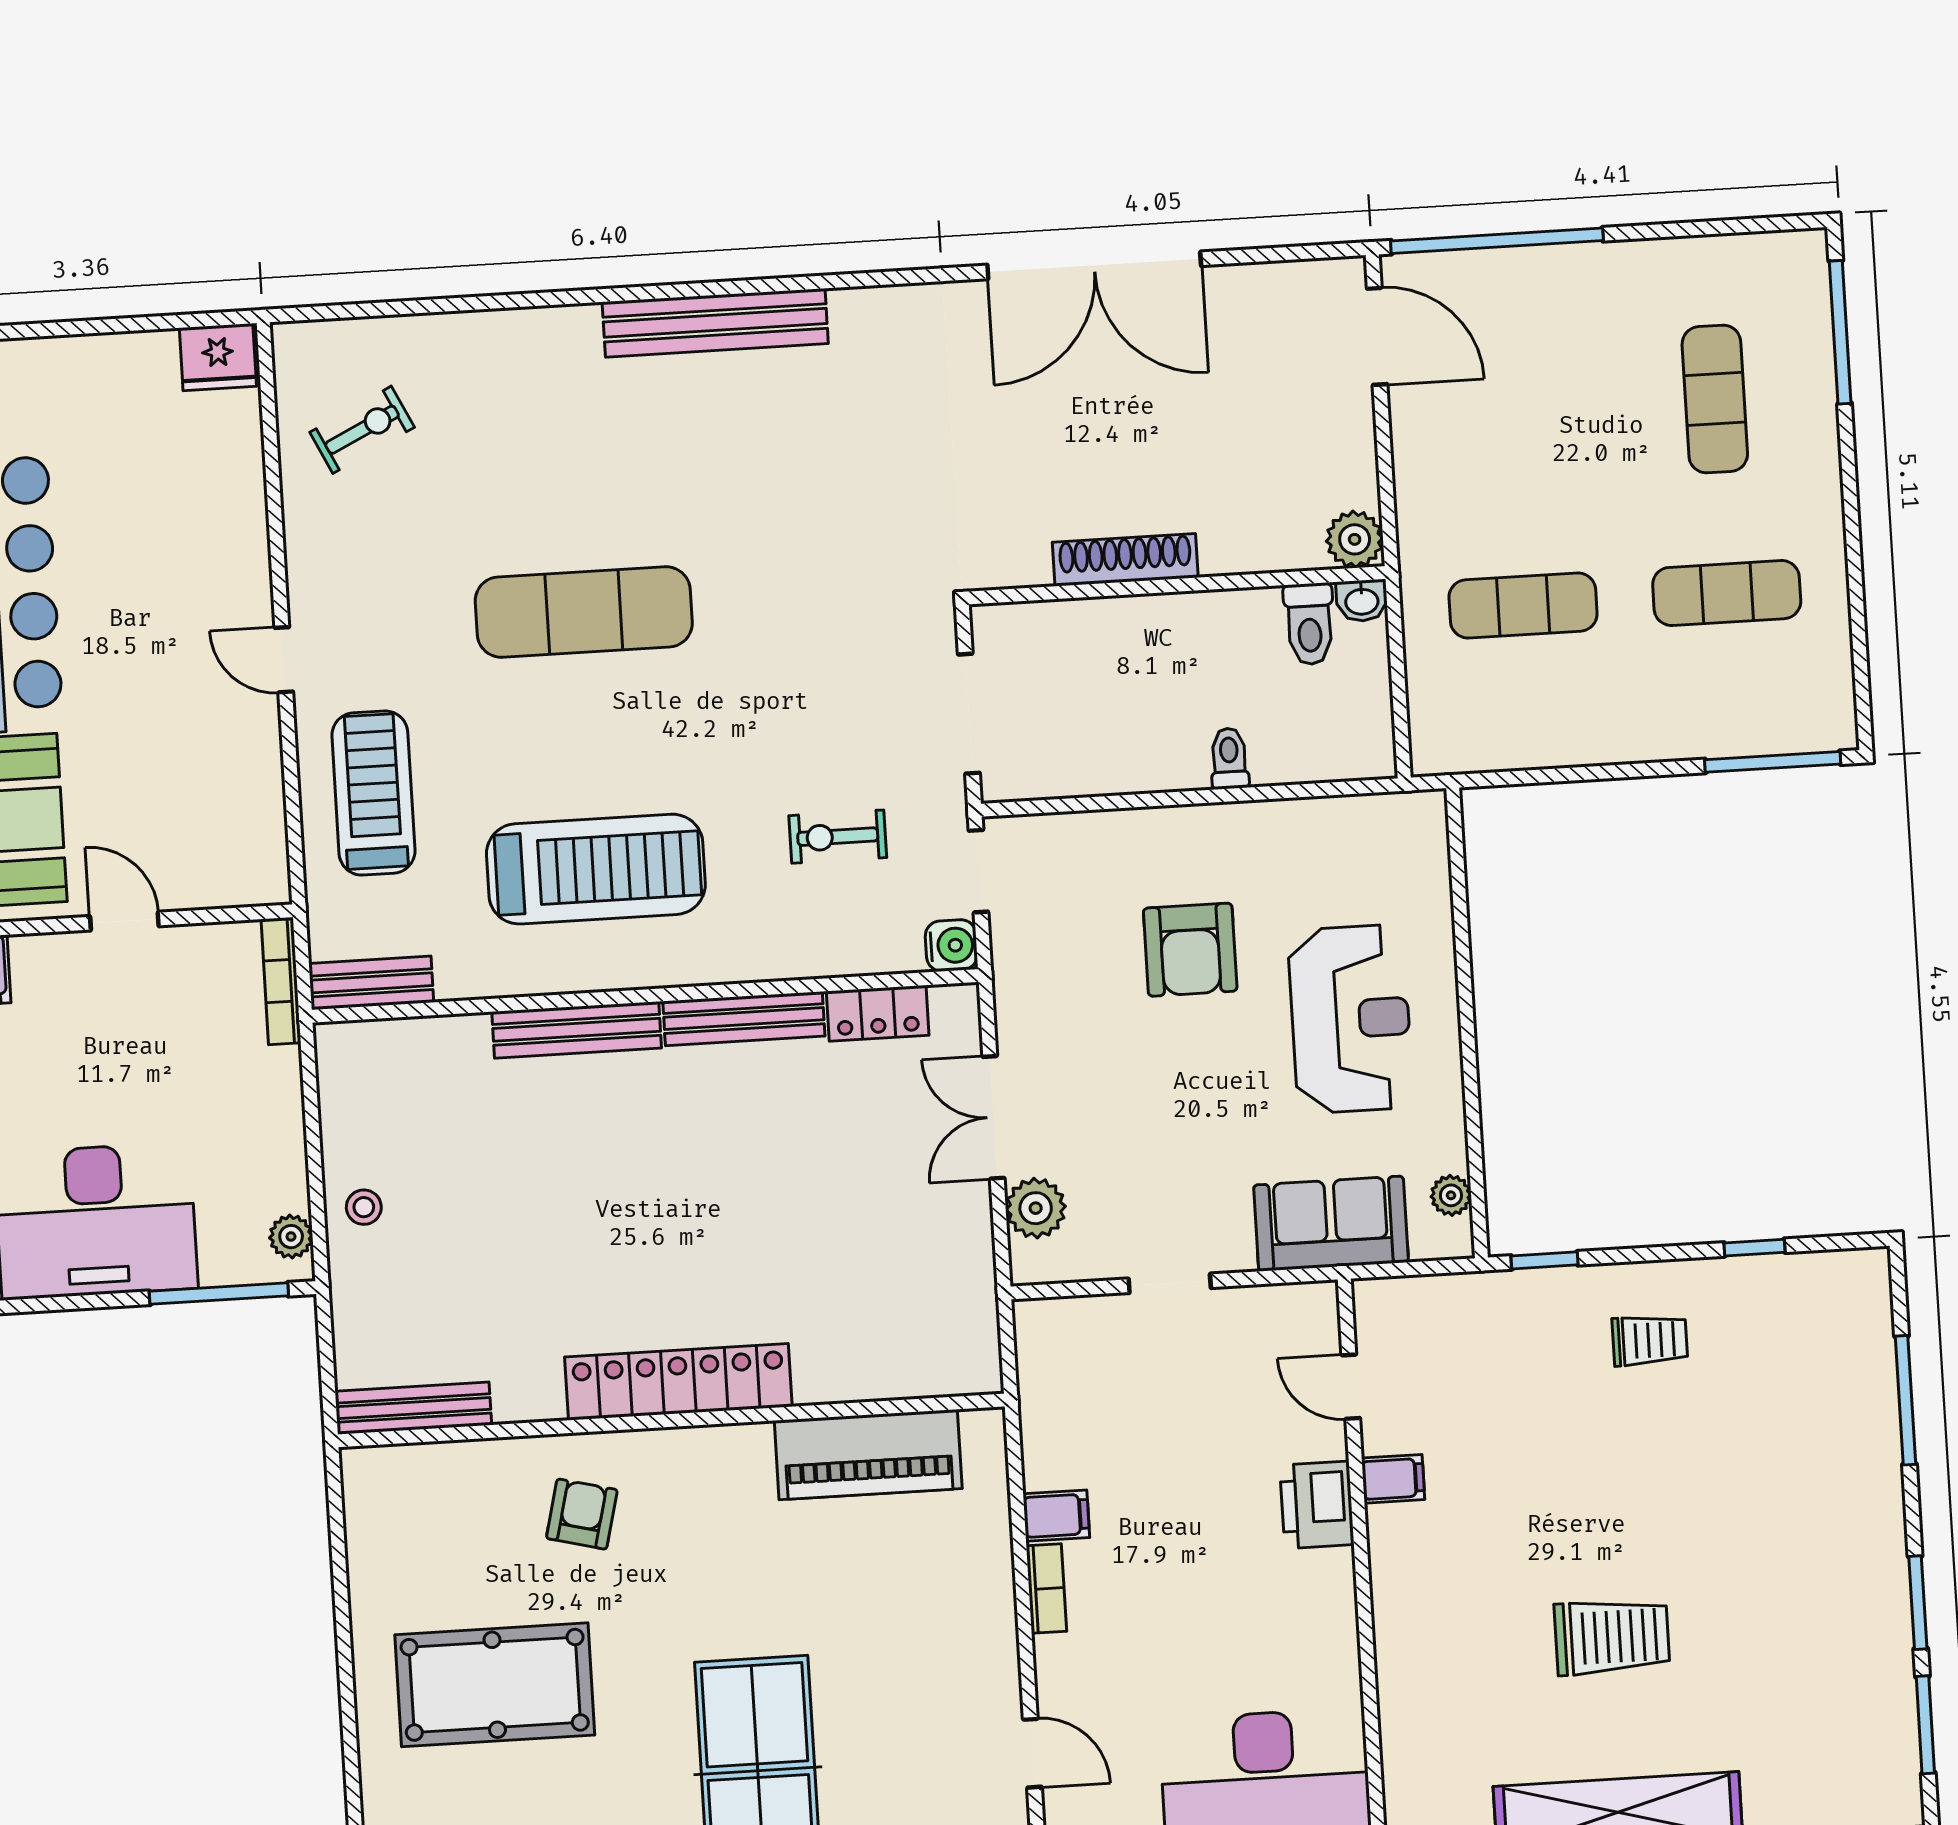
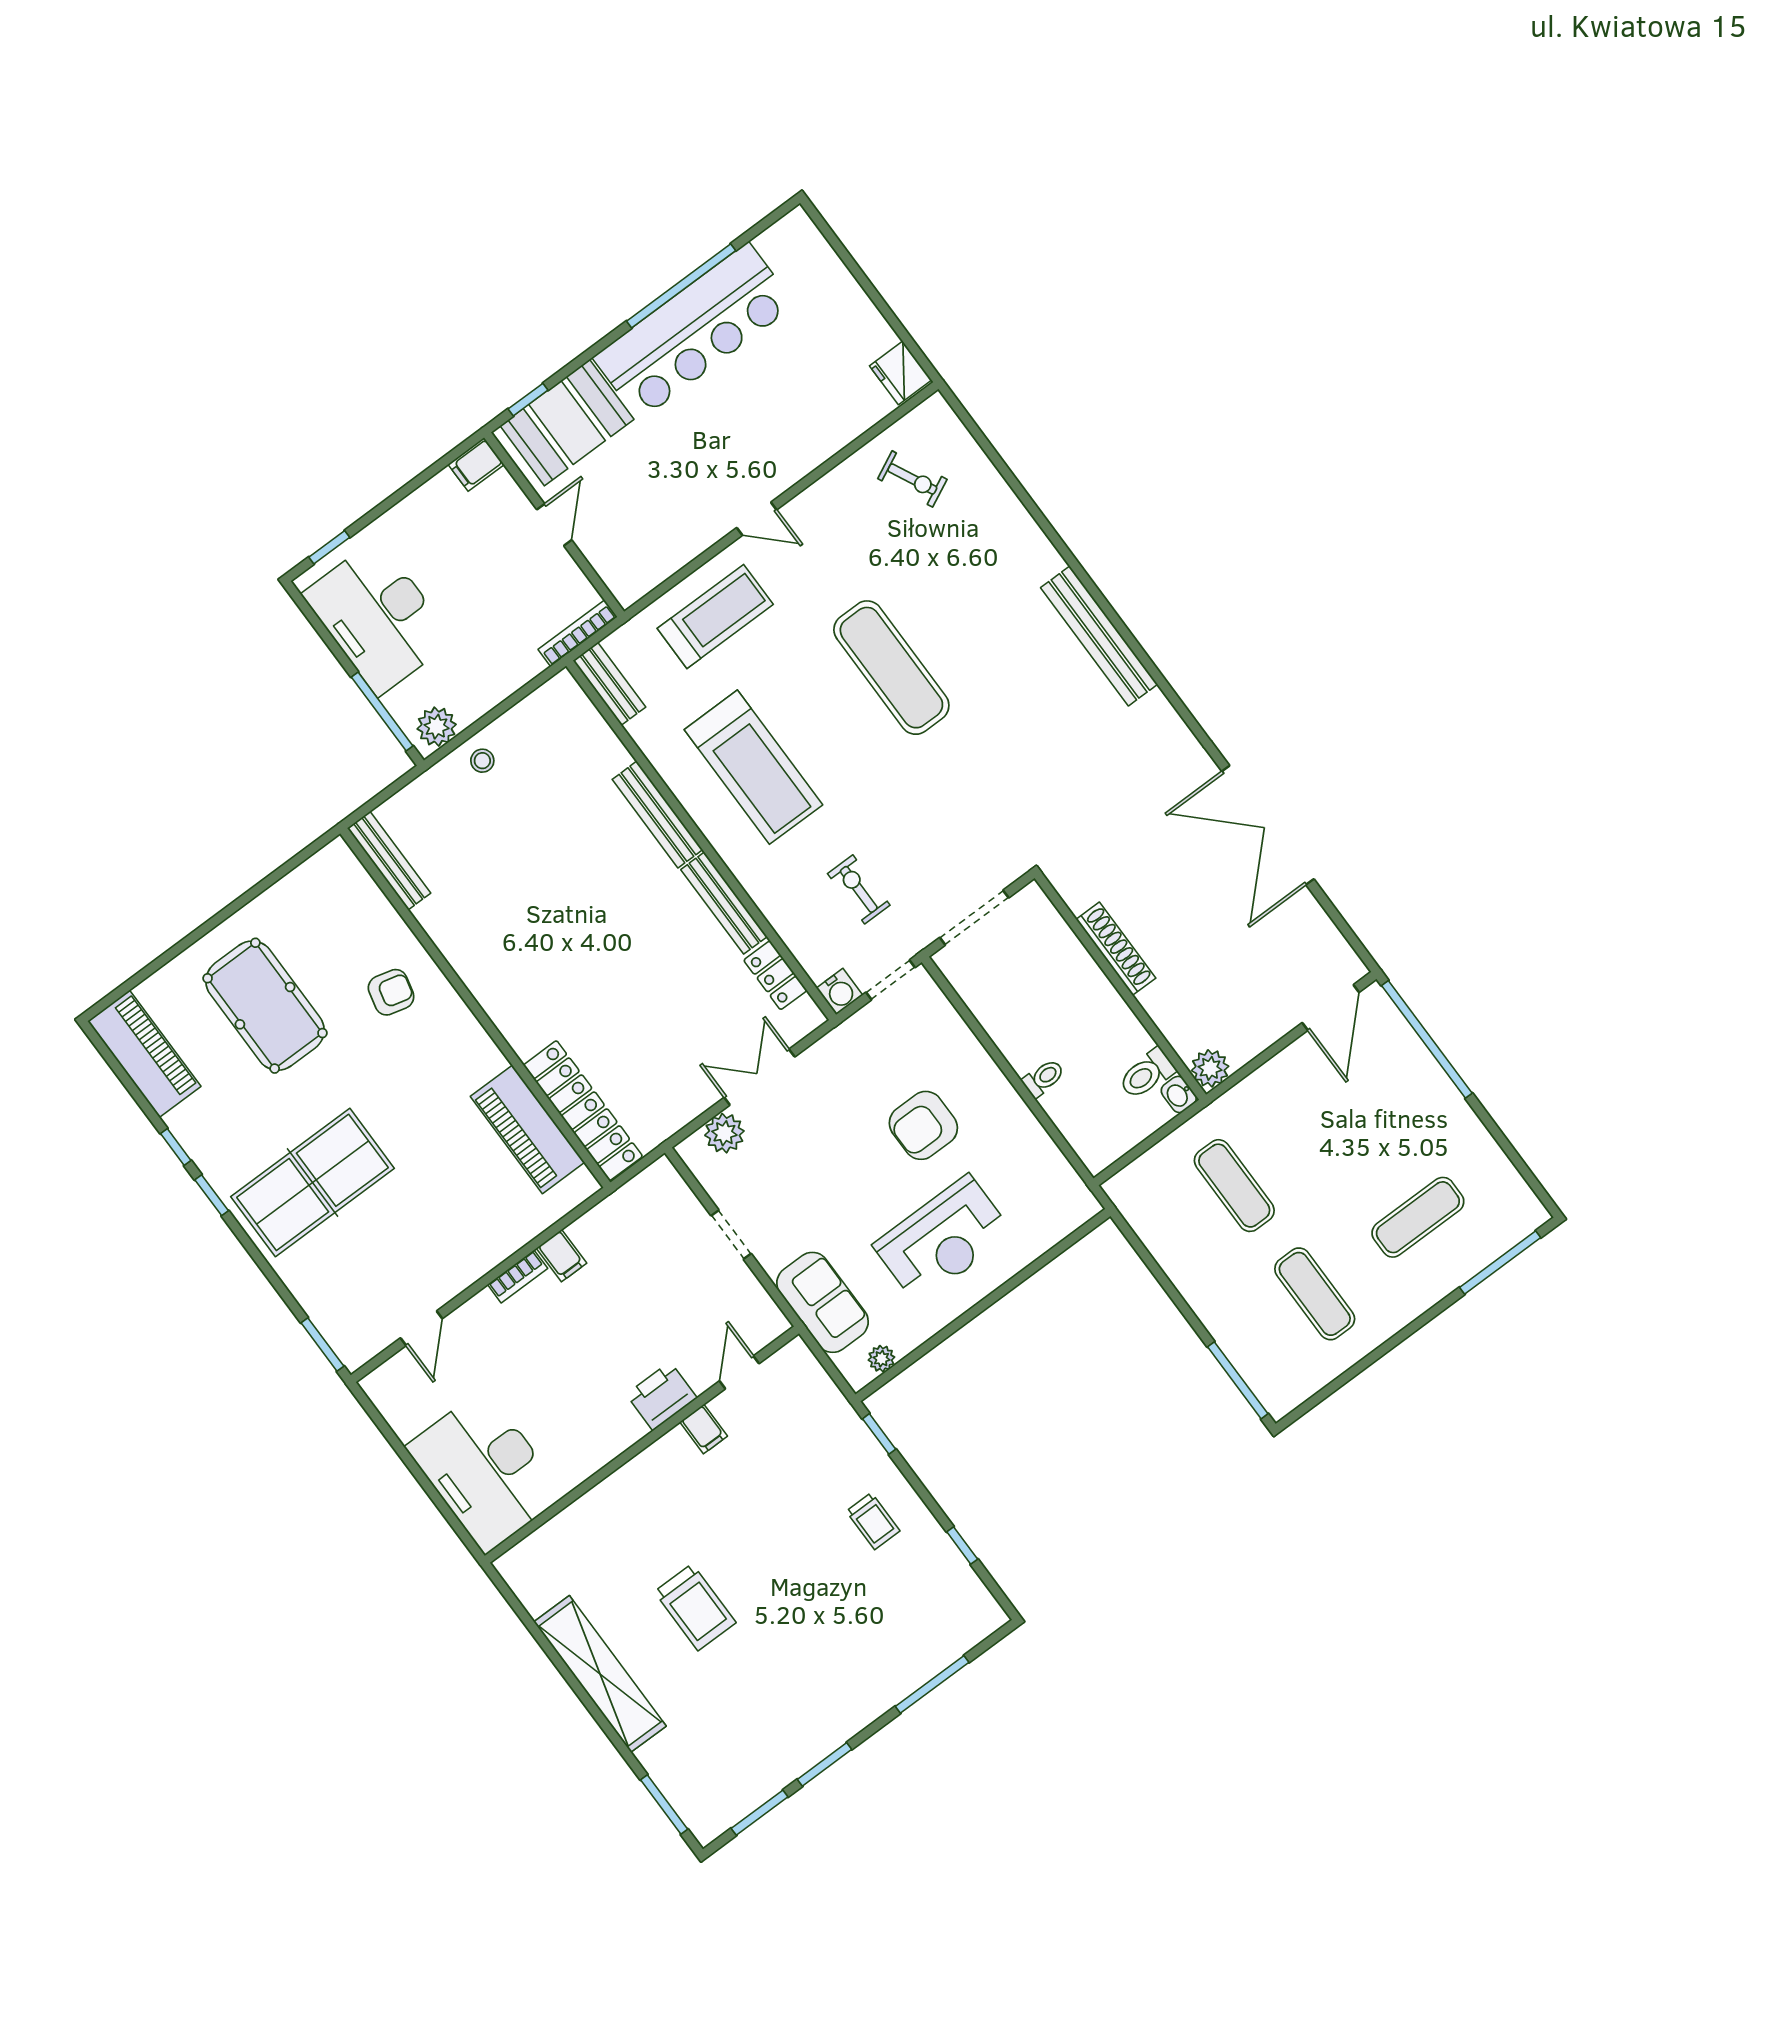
door: (284, 660) -> (757, 519), swing flipped
plant: (291, 1237) -> (437, 727), width x1.38, depth x1.38
locker: (678, 1382) -> (583, 1111), moved

